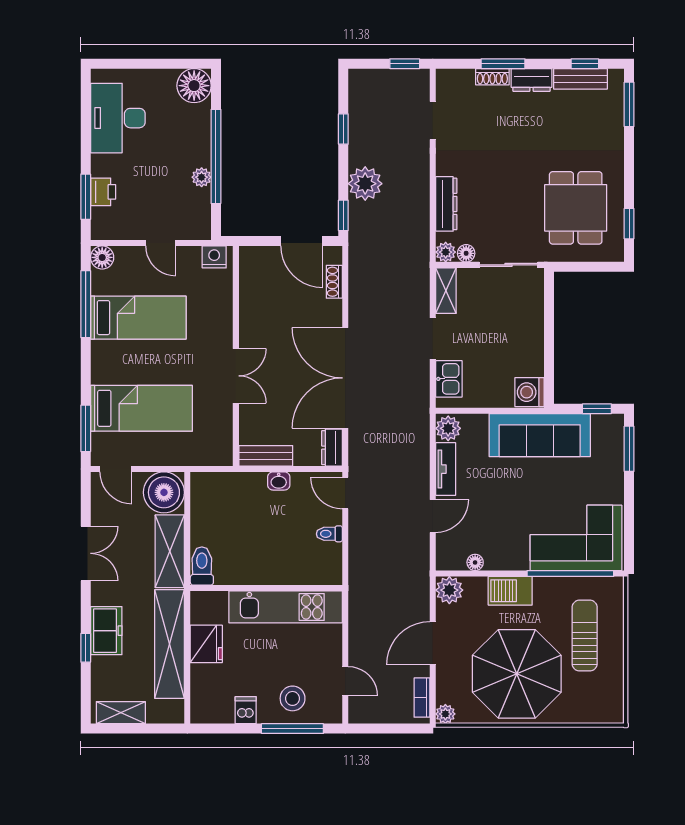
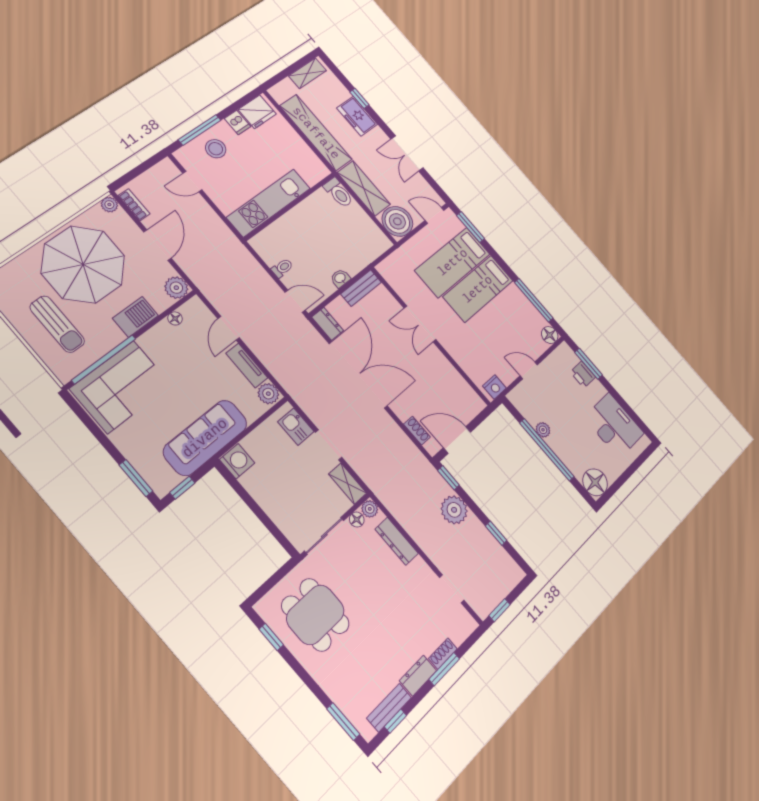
bed: (138, 318) -> (478, 289), moved
fridge: (206, 644) -> (257, 112), moved, turned -90

